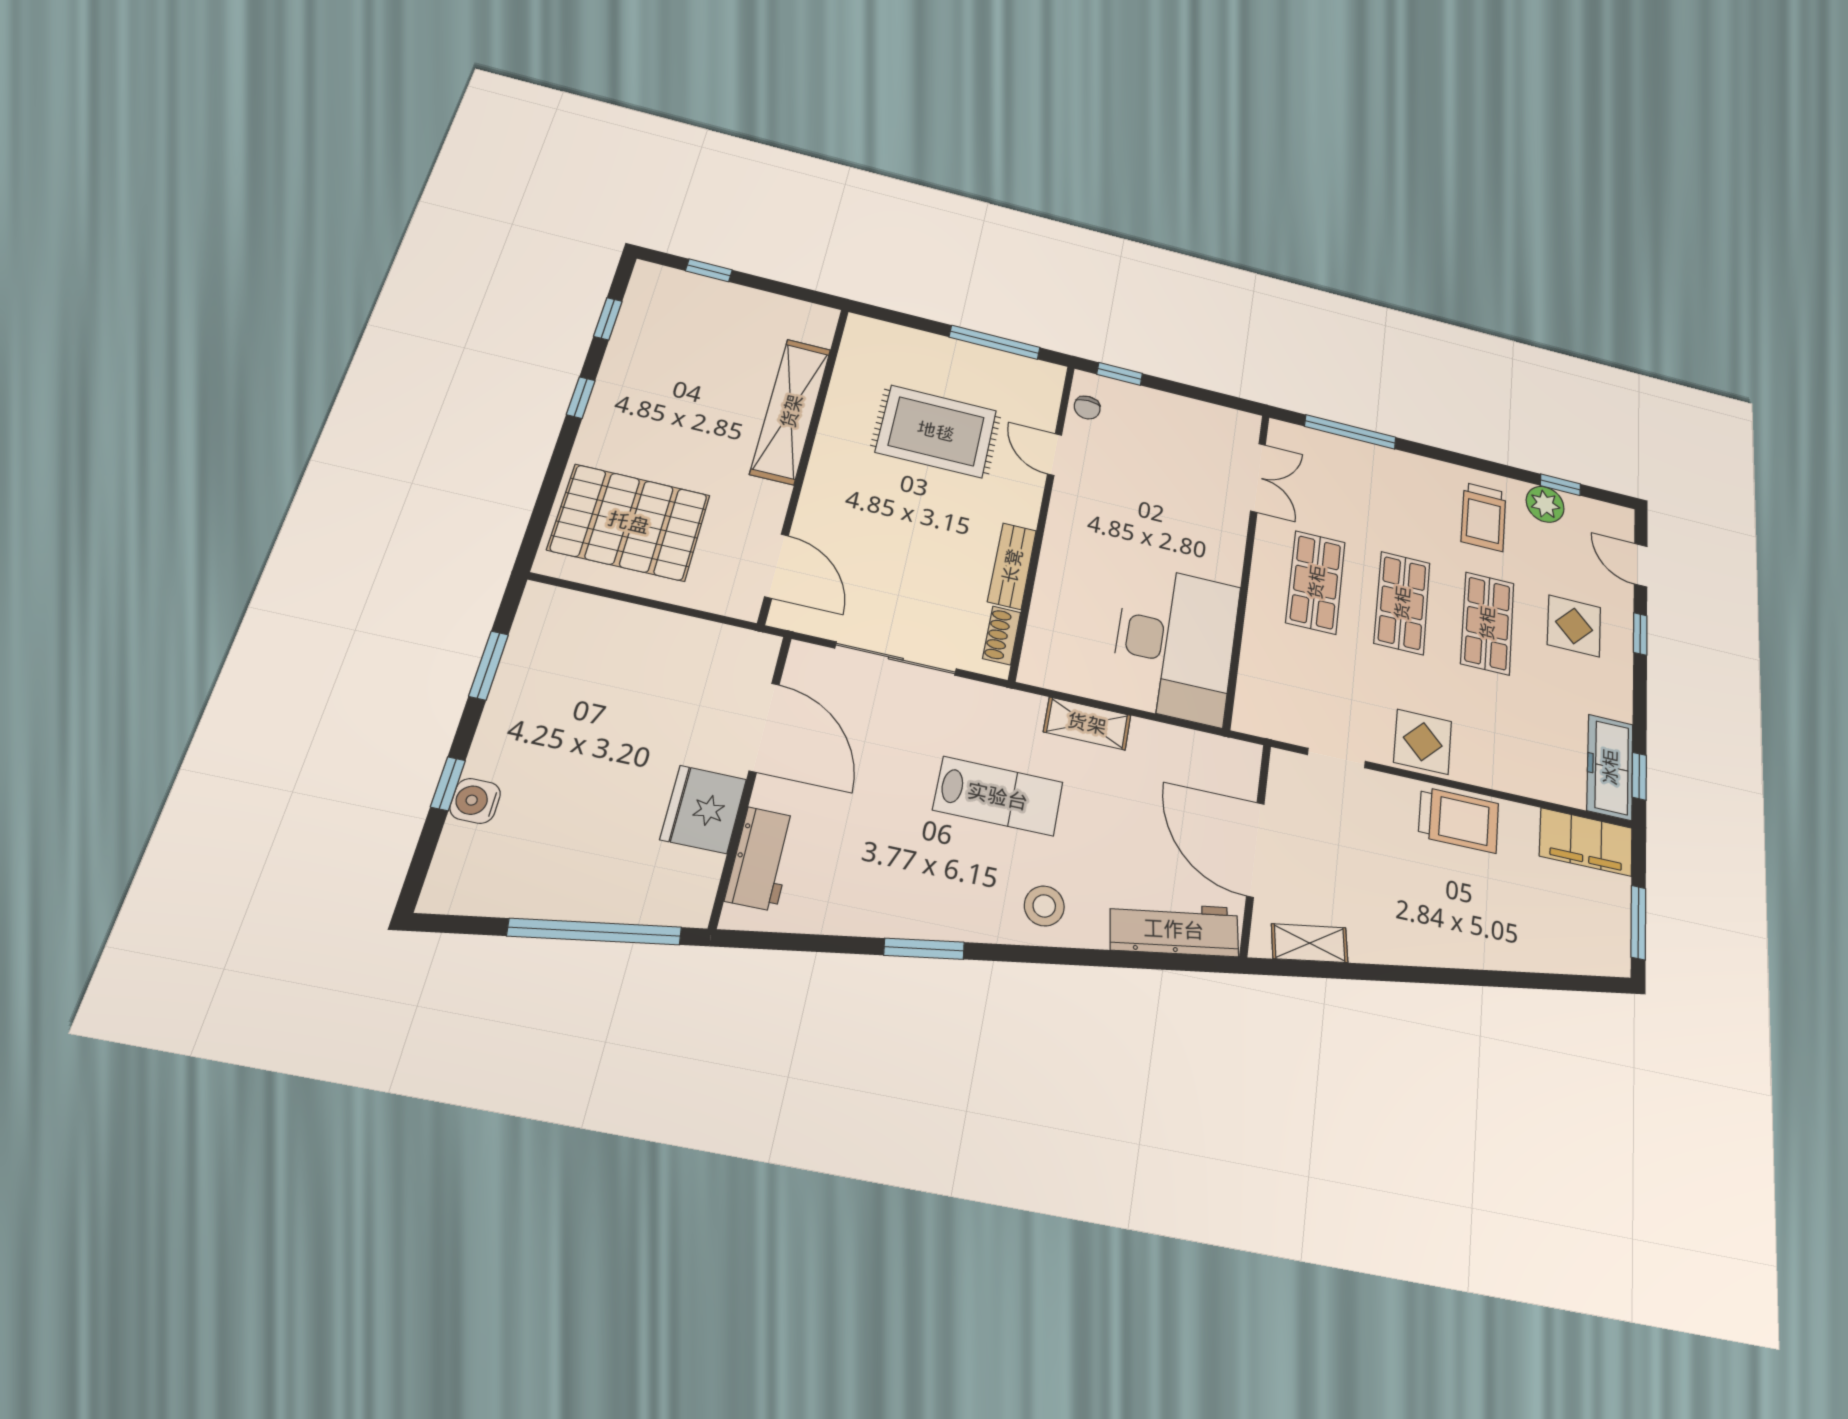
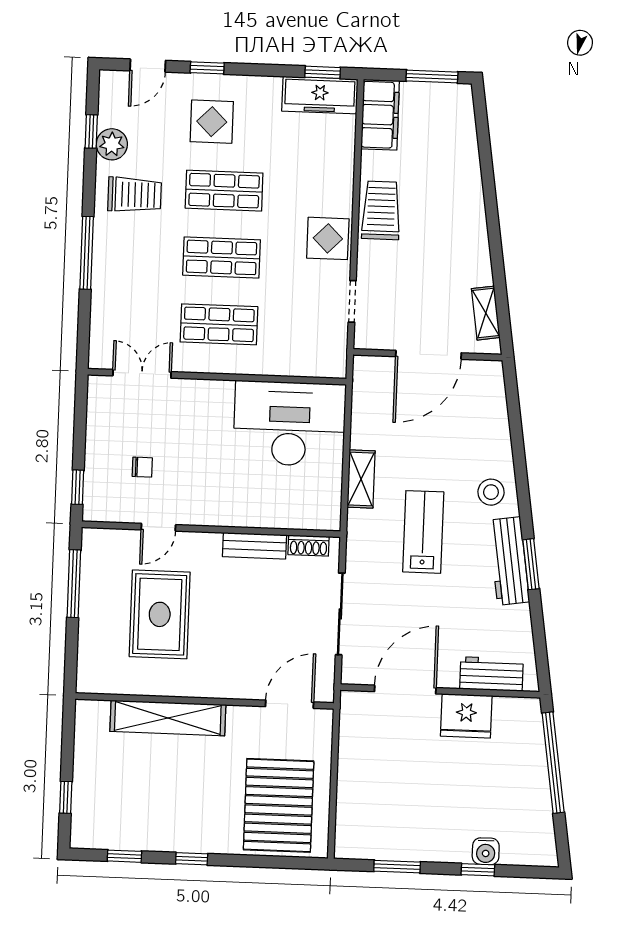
chair: (1087, 408) -> (142, 467), moved
window: (1350, 432) -> (87, 253), moved
workbench: (1174, 929) -> (509, 561), moved

